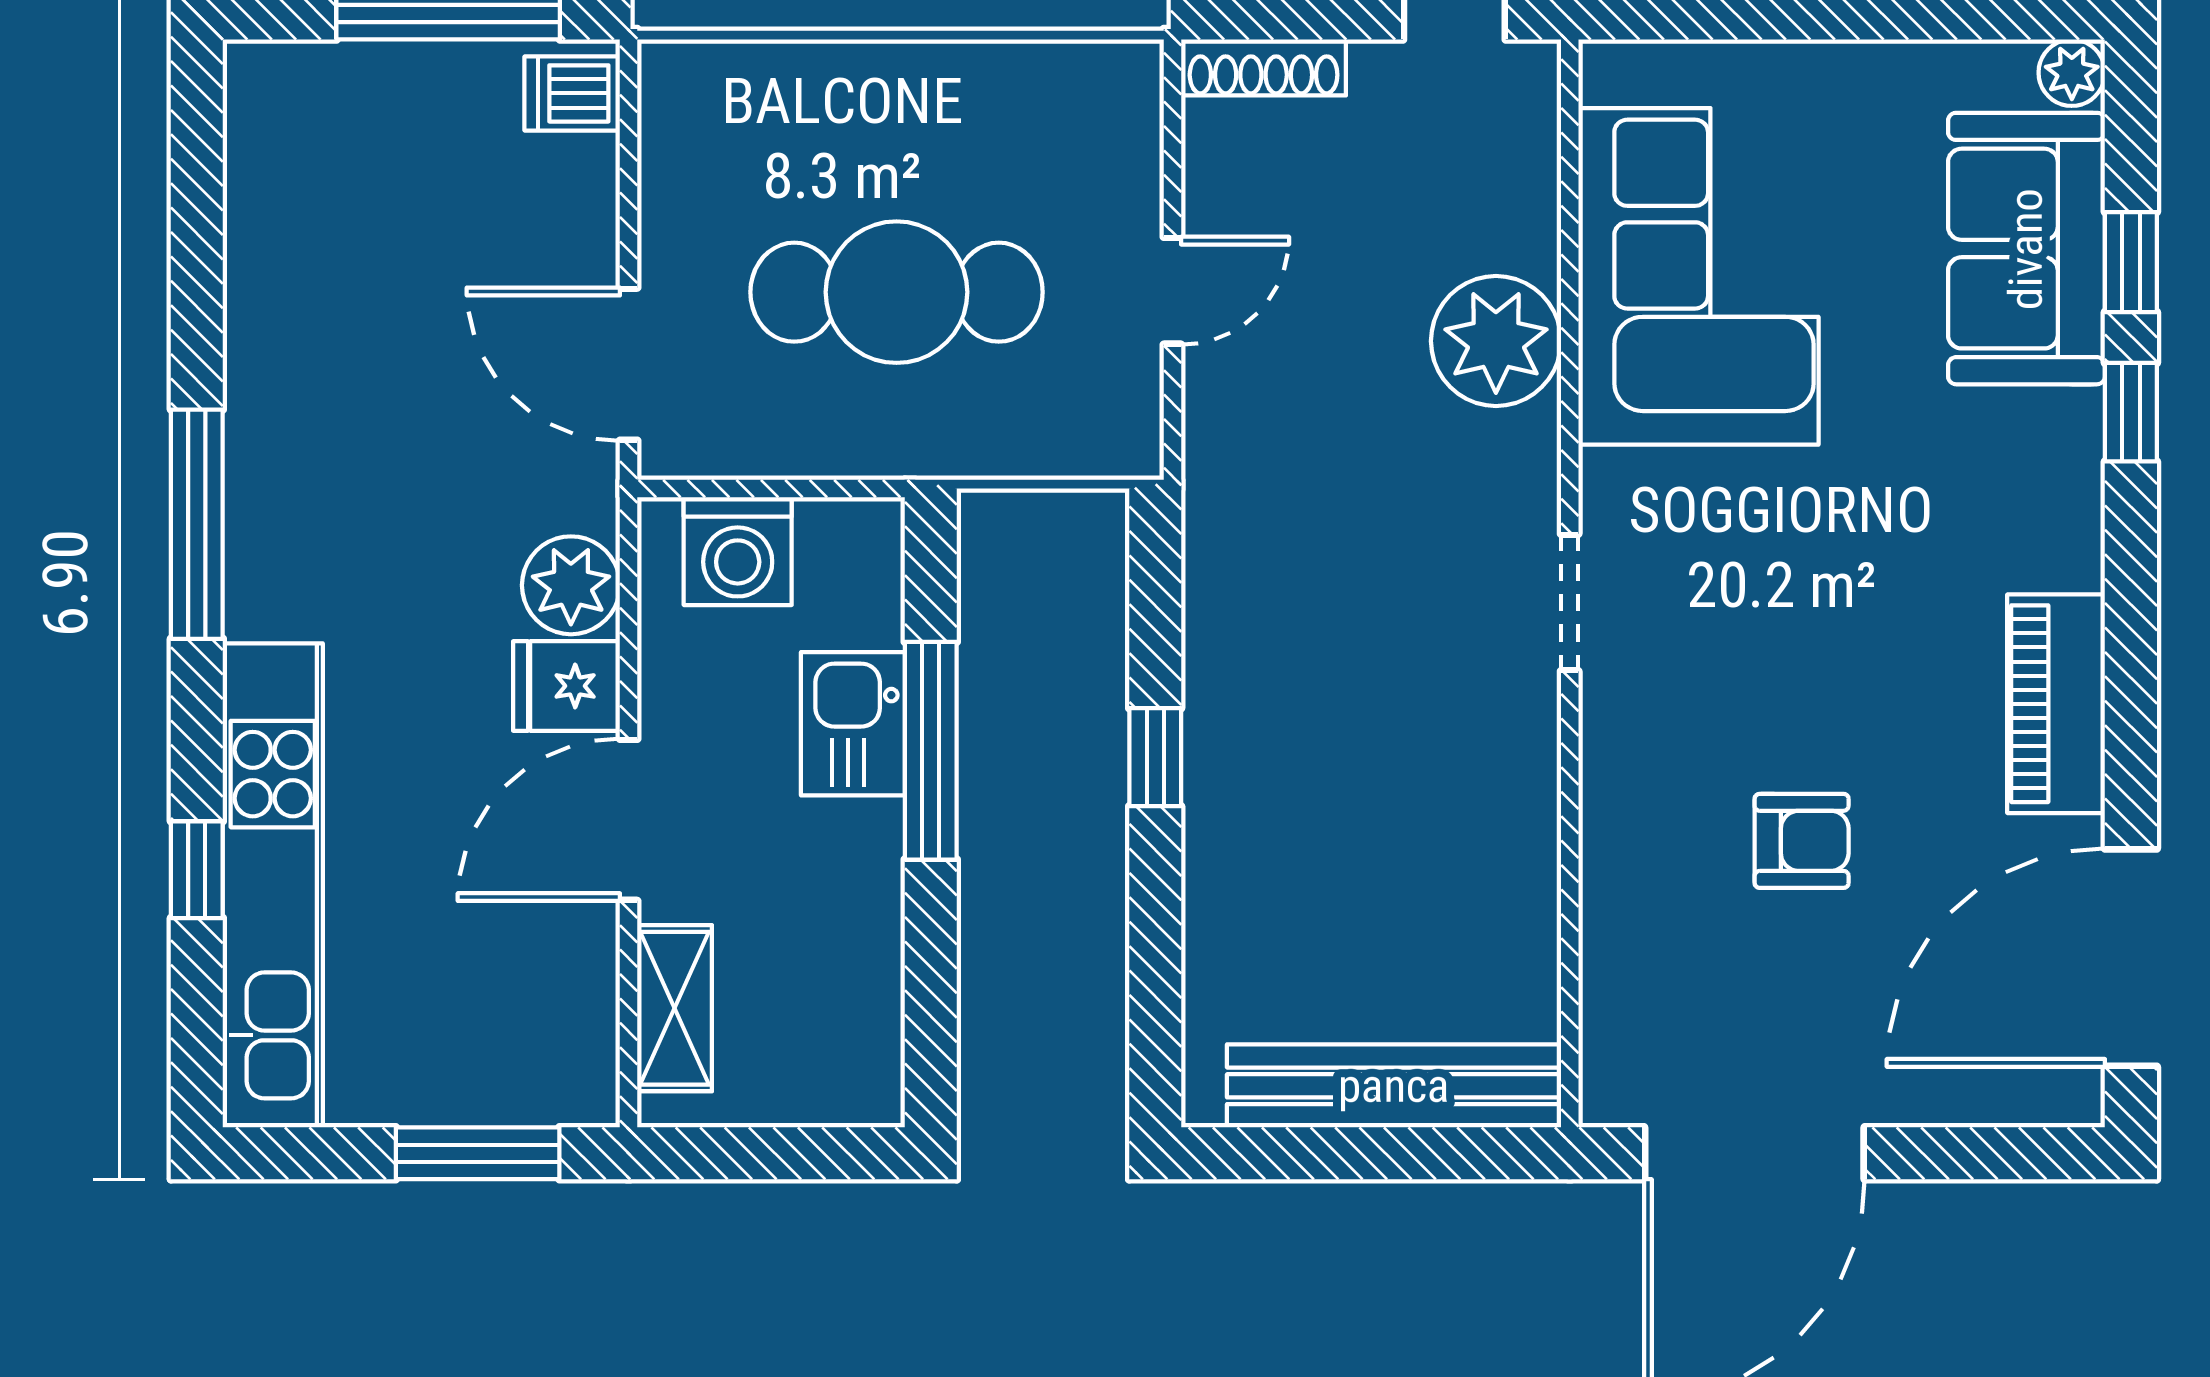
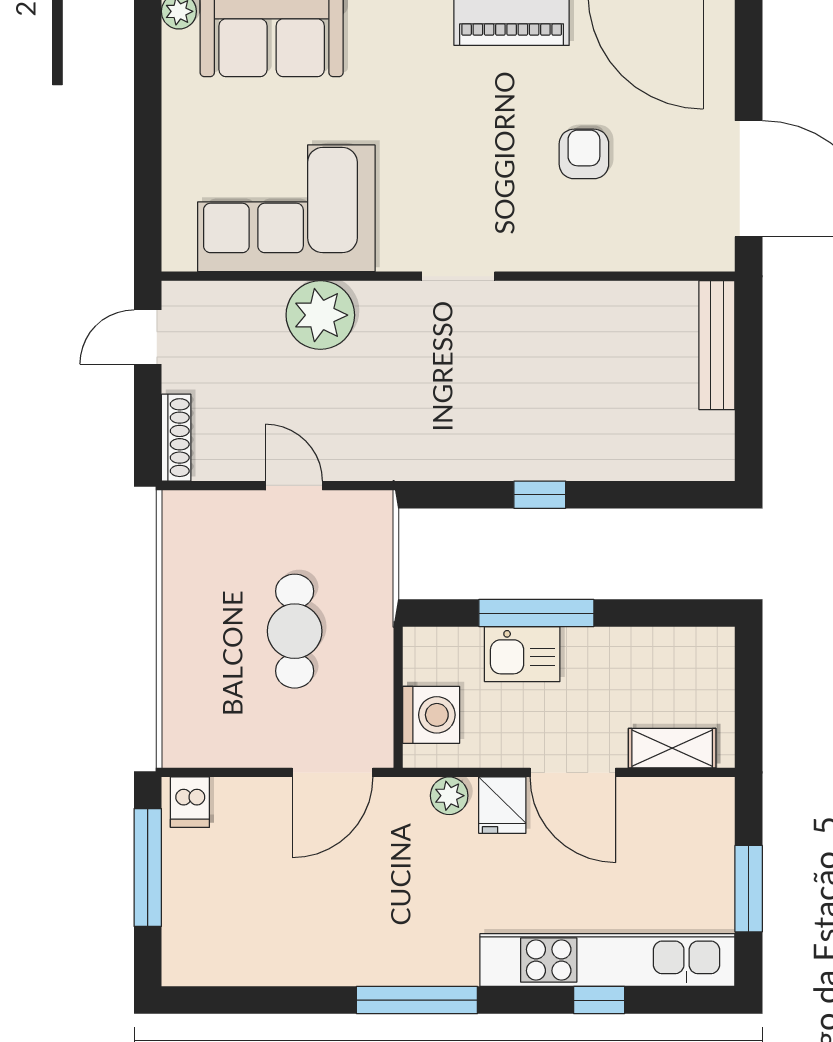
cafe table: (897, 292) -> (295, 631), width x0.73, depth x0.74
plant: (571, 585) -> (449, 796), width x0.73, depth x0.73
bench: (1394, 1086) -> (717, 345), width x0.73, depth x0.82
window: (478, 1153) -> (749, 889), moved

